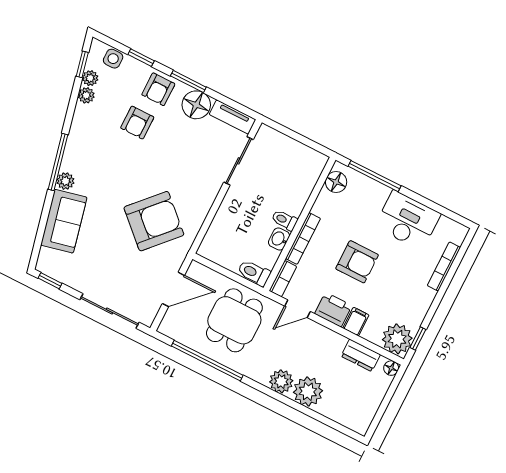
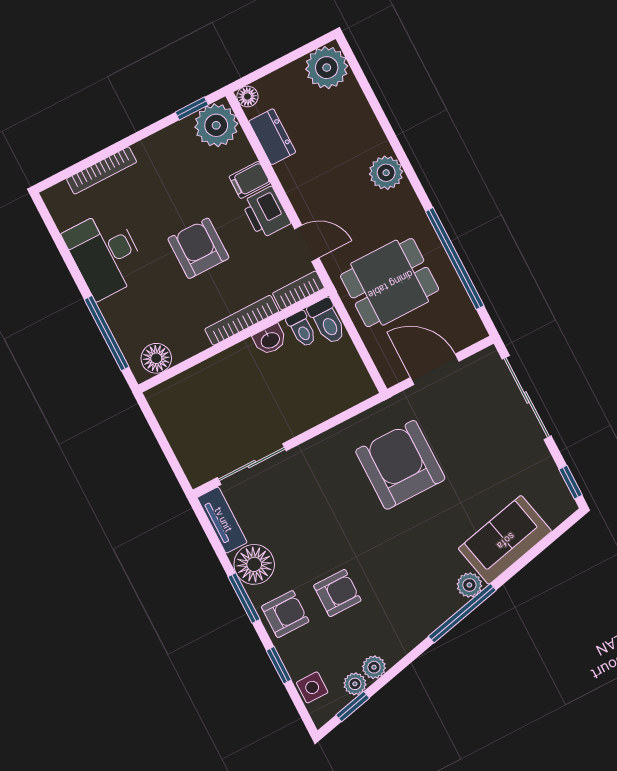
toilet: (285, 220) -> (302, 329), moved
armchair: (154, 221) -> (400, 465), turned 47
plant: (308, 391) -> (327, 68), moved

